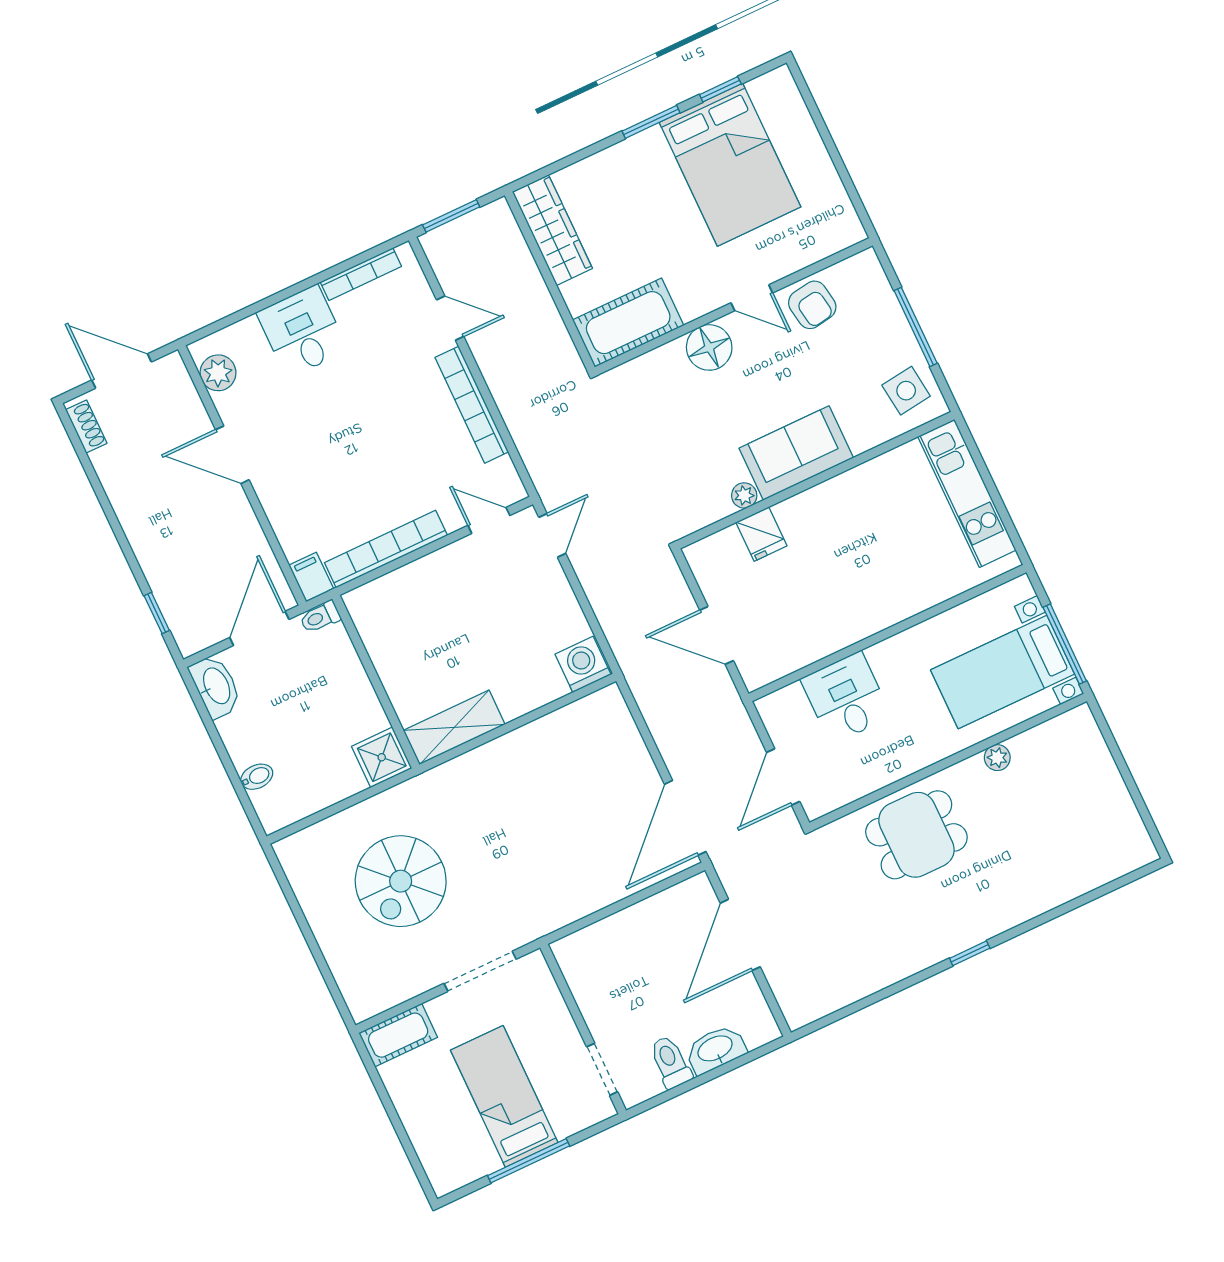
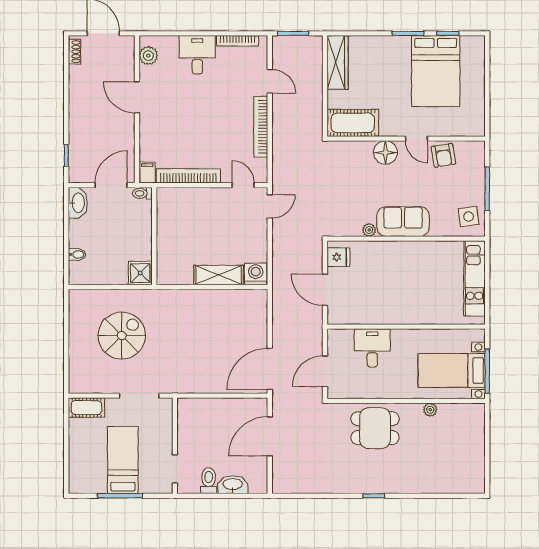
fridge: (761, 534) -> (338, 257), moved, turned -90
shelving: (454, 727) -> (219, 275), moved
spiral stairs: (401, 881) -> (122, 336), turned 180

